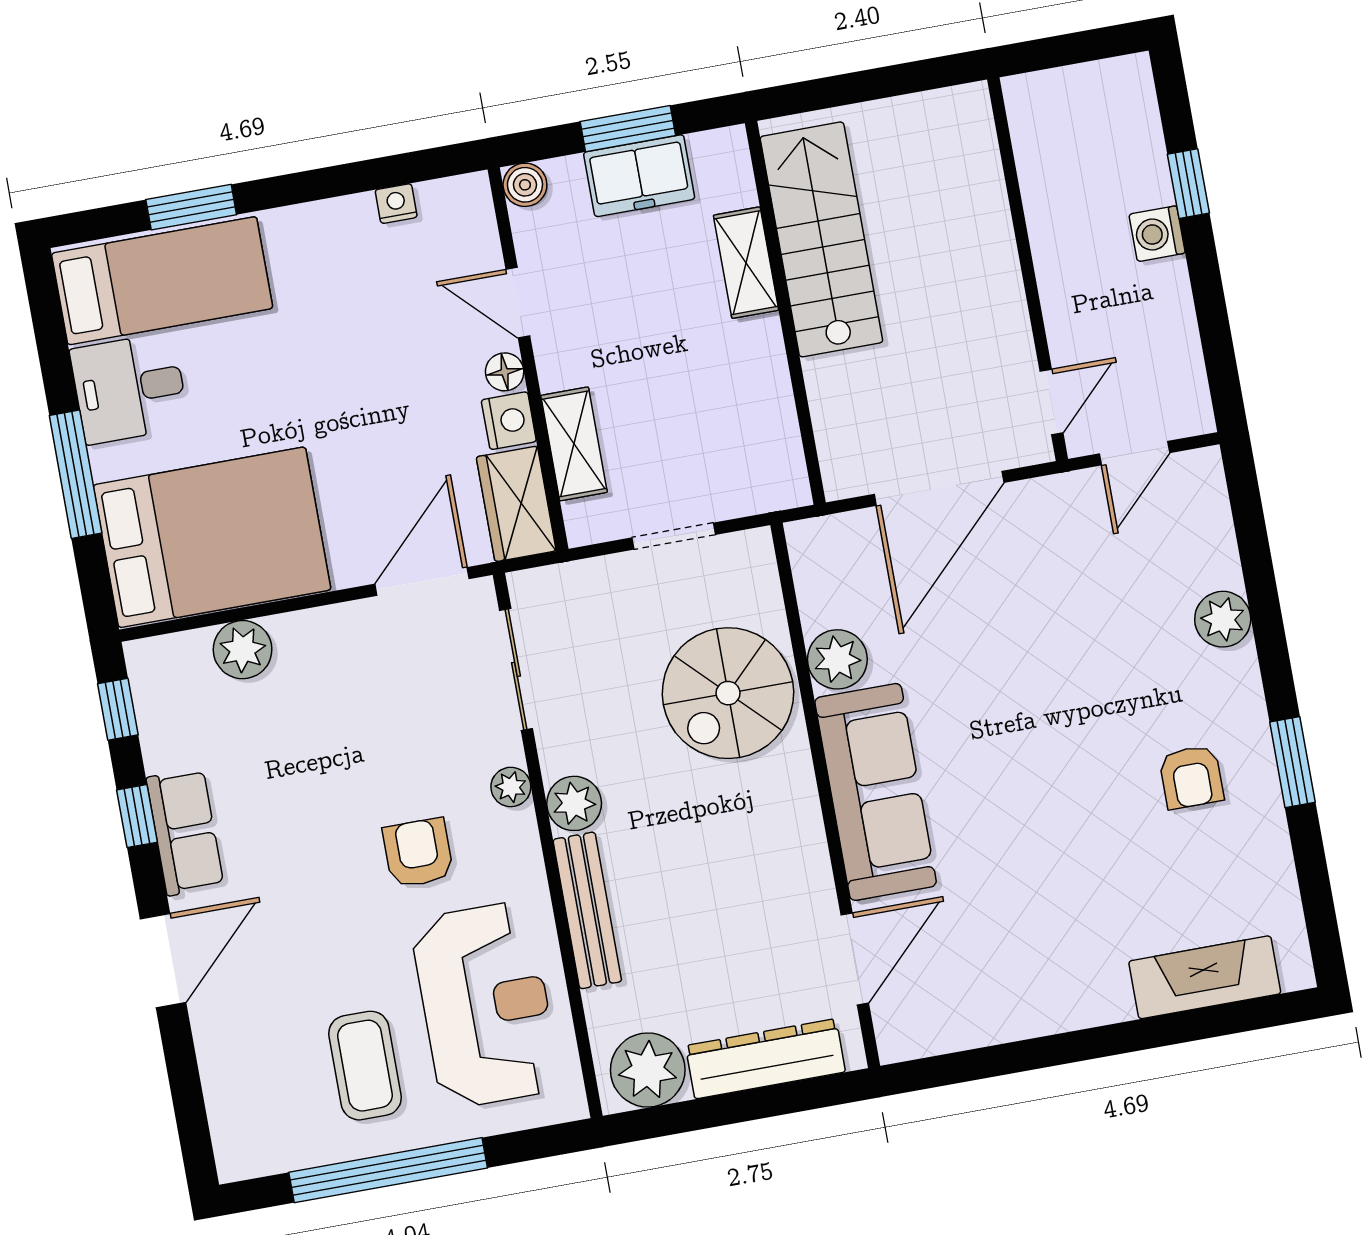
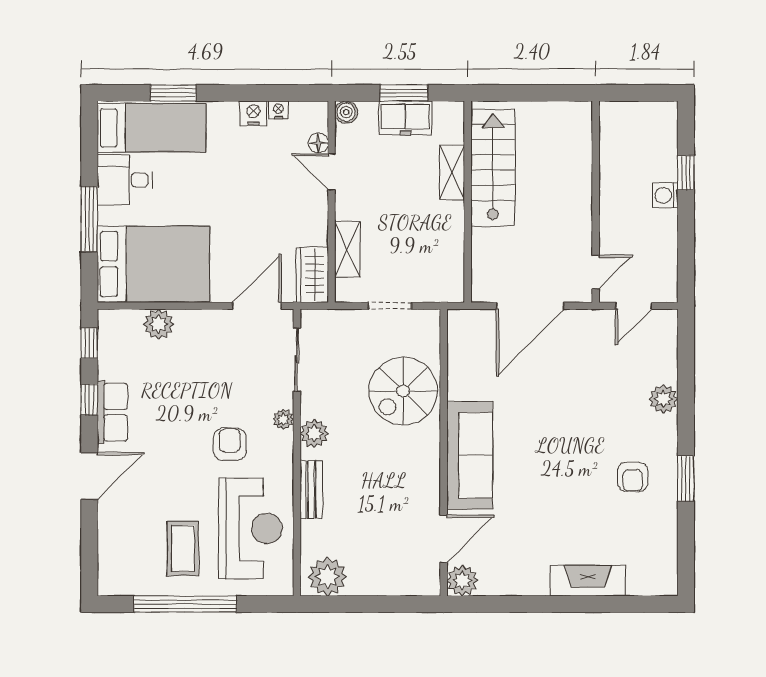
floor lamp: (505, 372) -> (318, 143), moved
nightstand: (509, 421) -> (253, 113), moved, turned -90
plant: (837, 659) -> (462, 581), moved
bench: (587, 910) -> (311, 489), width x0.73
fireplace: (1205, 977) -> (588, 581), moved
dresser: (765, 1059) -> (389, 582), removed

